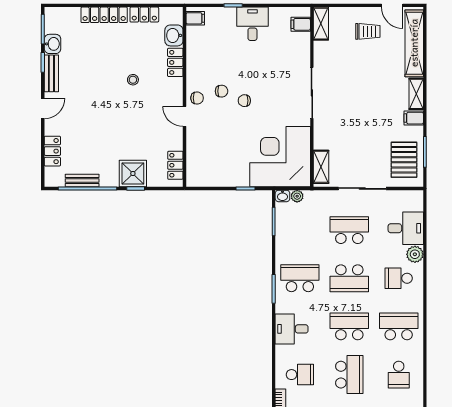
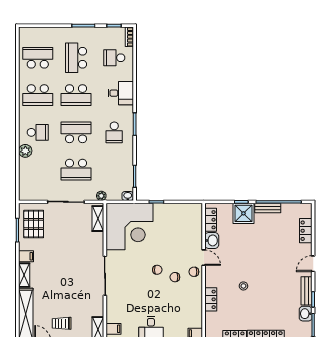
washbasin: (174, 35) -> (212, 240), moved
bench: (82, 181) -> (268, 208), moved
plant: (297, 196) -> (101, 196), moved
desk: (406, 228) -> (32, 171), removed
school desk: (300, 278) -> (114, 132), width x0.54
school desk: (399, 375) -> (38, 58), width x1.85

